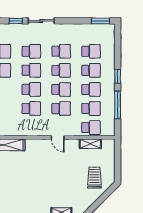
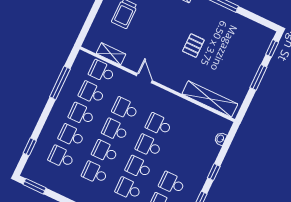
window: (118, 76) -> (30, 147), moved
pallet: (33, 178) -> (193, 46), added

